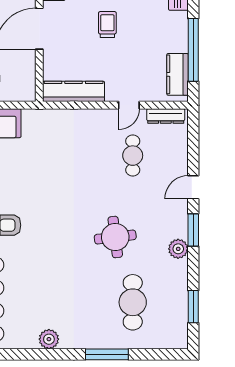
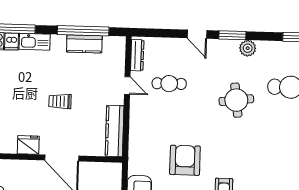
kitchen counter: (178, 74) -> (84, 44), moved
armchair: (41, 177) -> (185, 160), added

